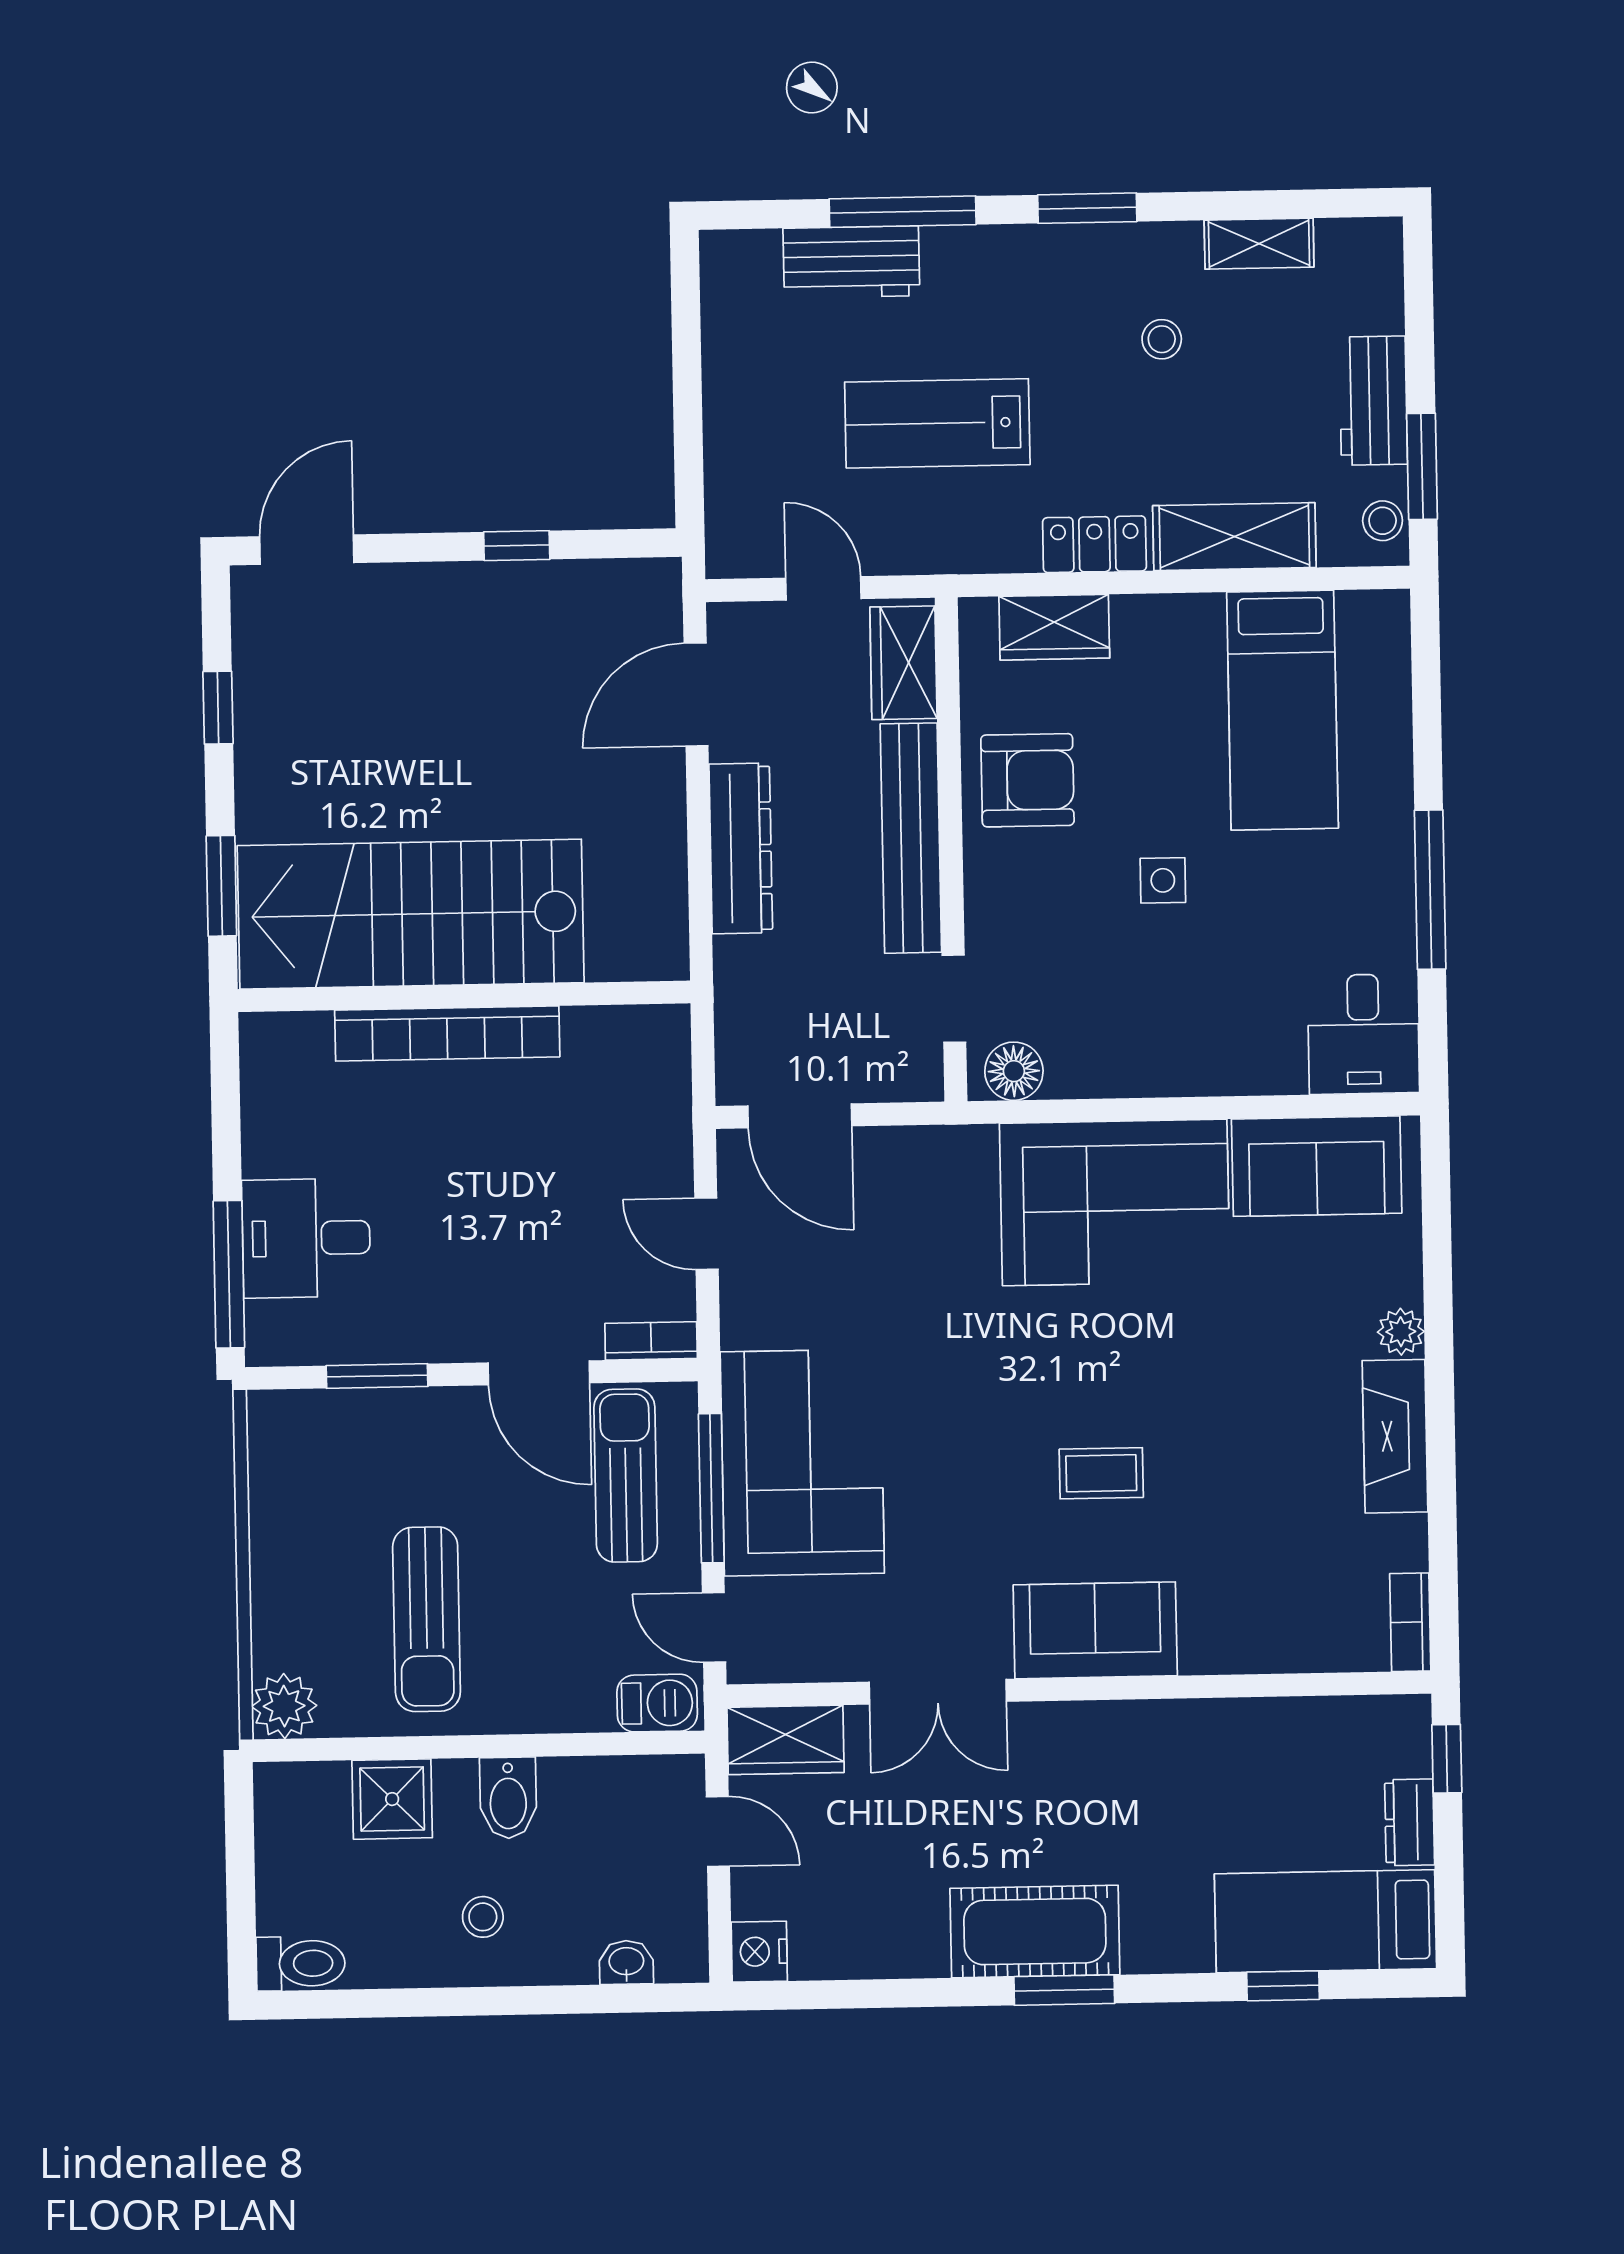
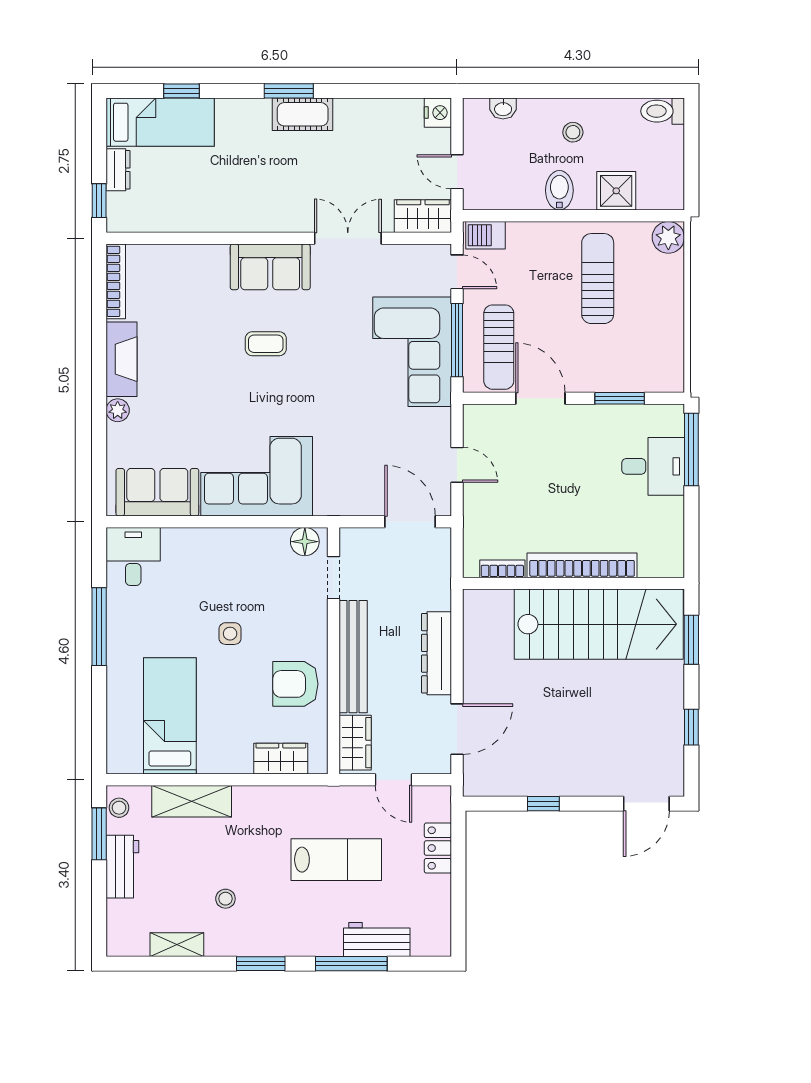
locker: (1094, 544) -> (438, 848), moved, turned 90
bookcase: (651, 1341) -> (502, 569), moved, turned 180
bookcase: (1410, 1622) -> (116, 281), width x1.56
cot: (1035, 1932) -> (303, 114), width x0.73, depth x0.75

